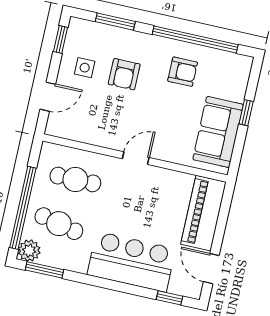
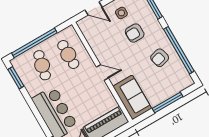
armchair: (183, 72) -> (160, 58), turned 75
window: (246, 113) -> (167, 102), width x2.17
sofa: (218, 132) -> (132, 97), moved, turned 90
plant: (29, 251) -> (18, 63), removed

